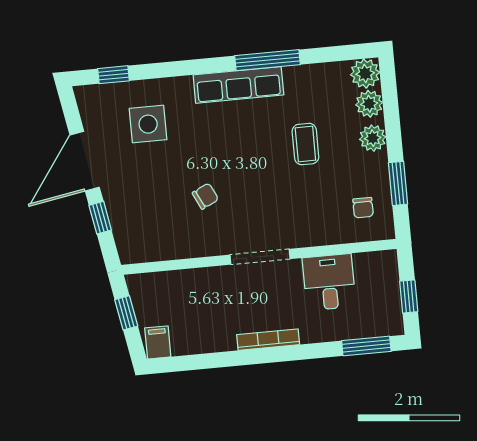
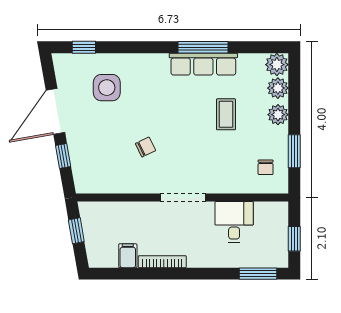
row of seats: (238, 85) -> (203, 64), moved
bookcase: (268, 340) -> (162, 262), moved
filing cabinet: (158, 342) -> (128, 256), moved

